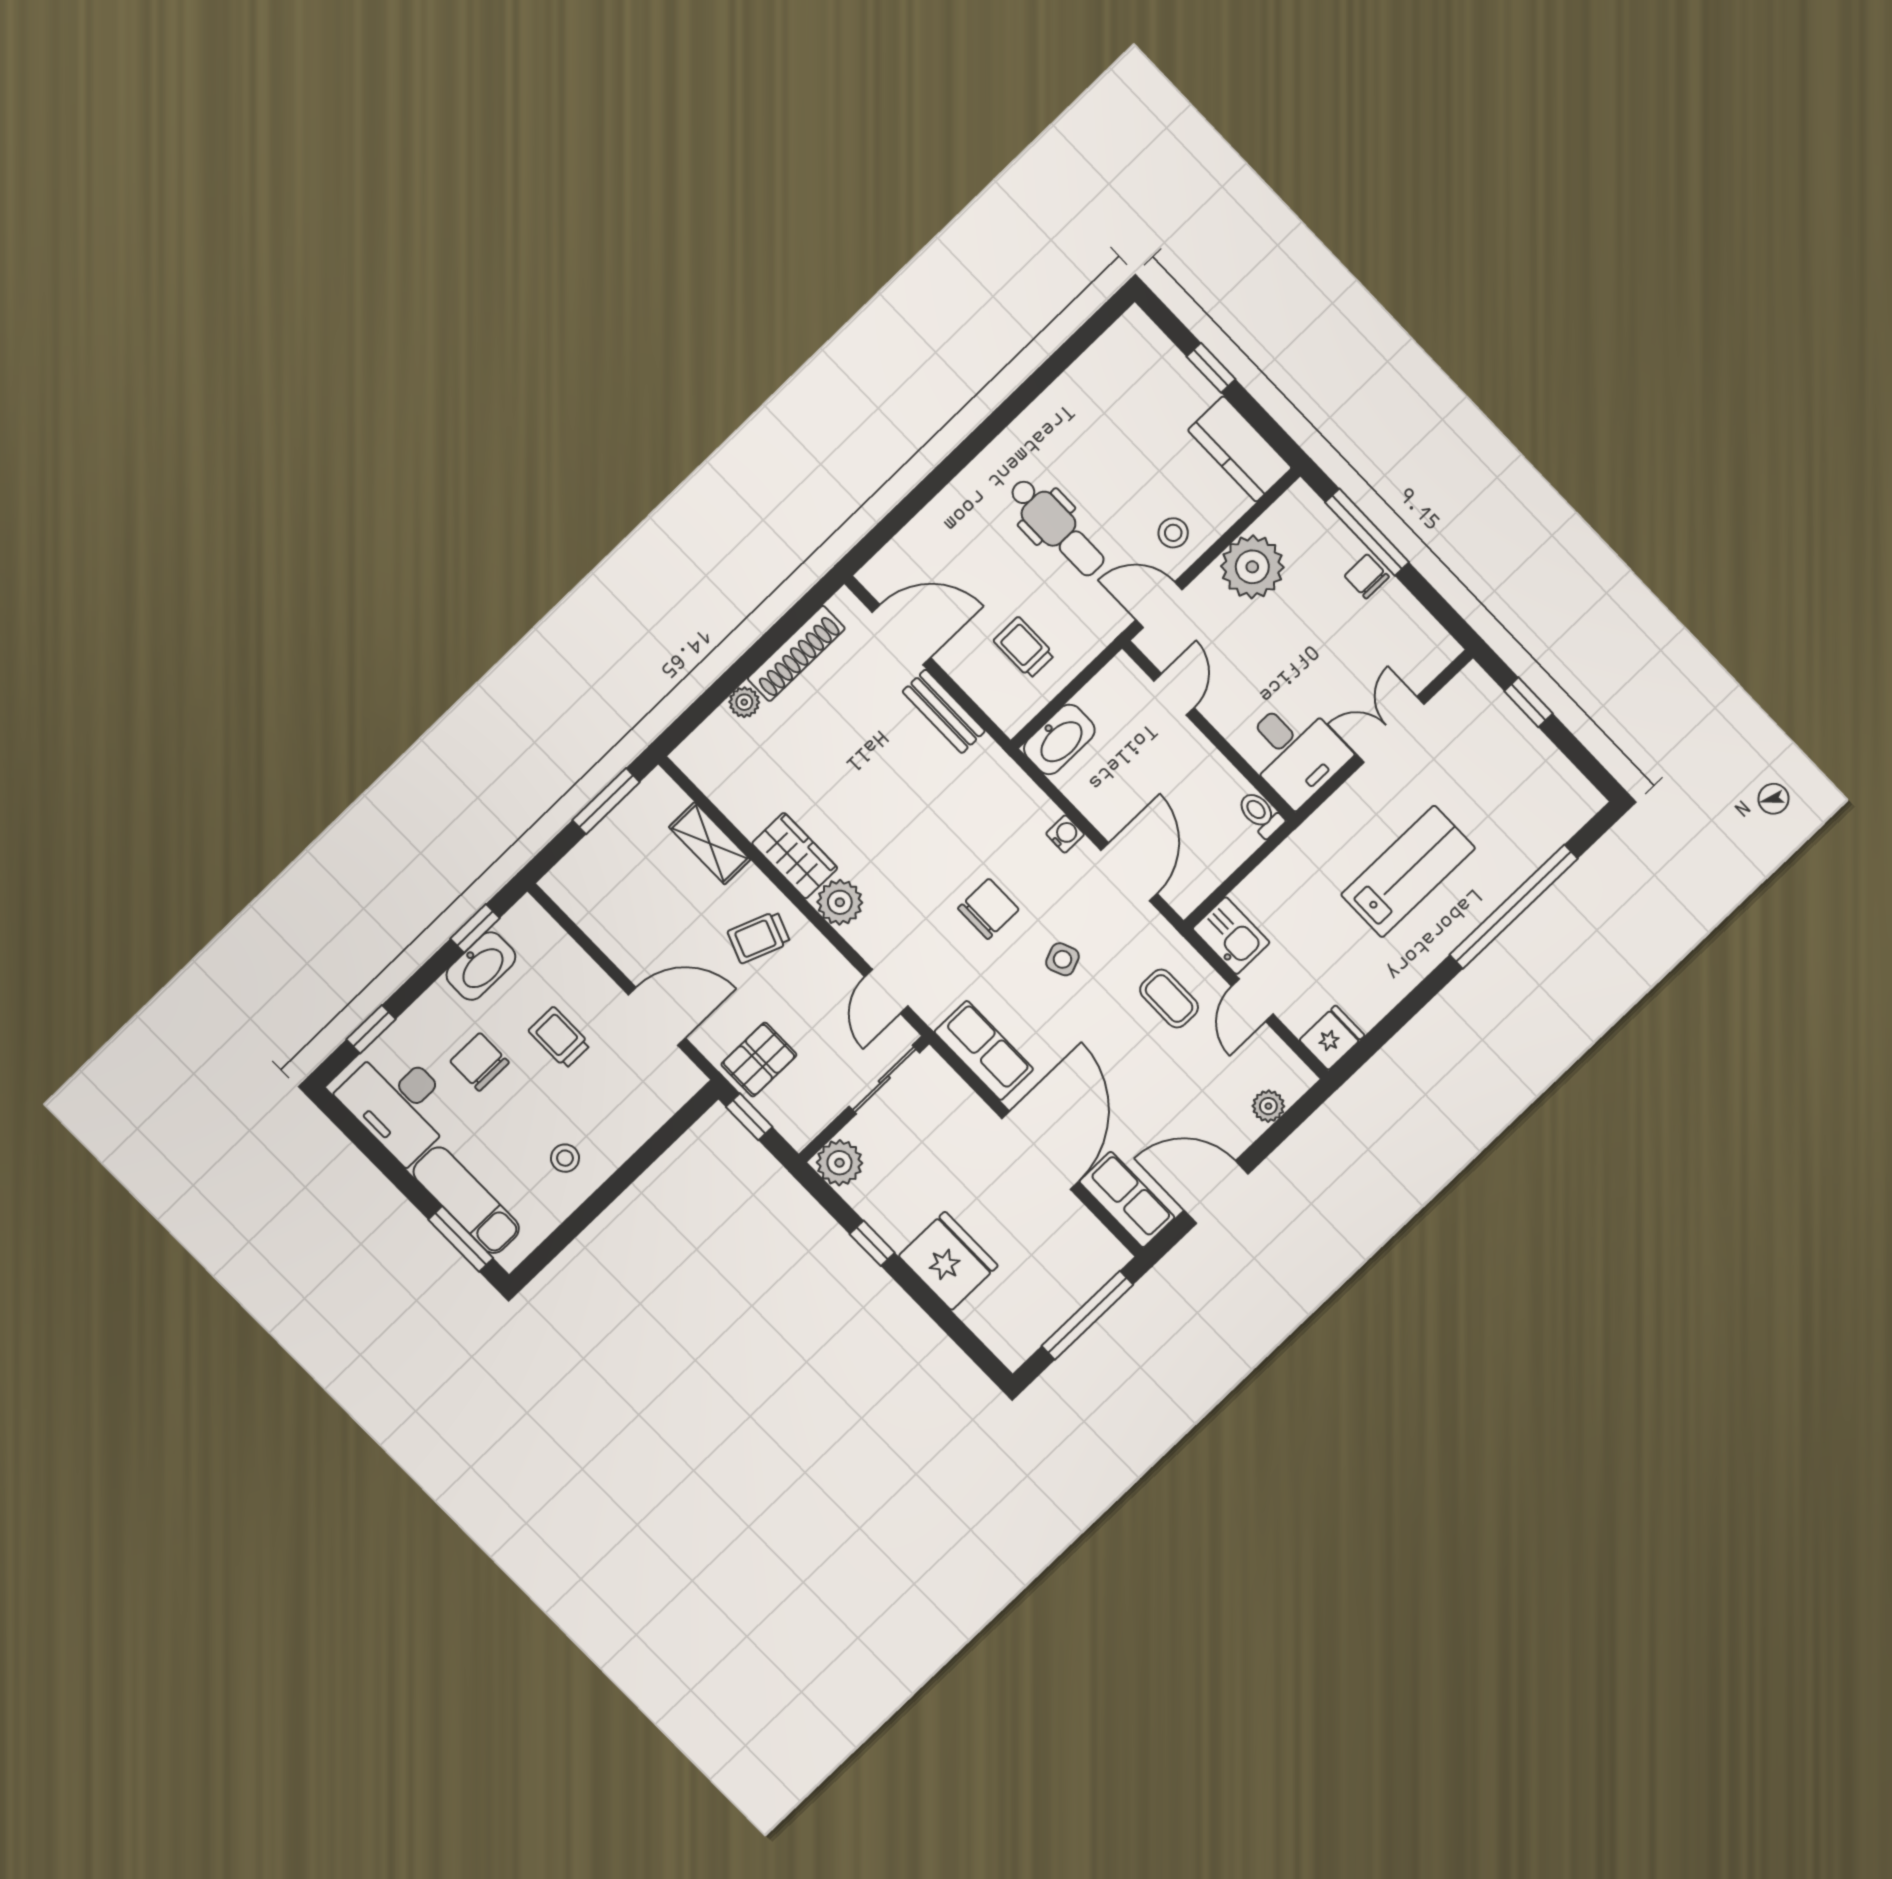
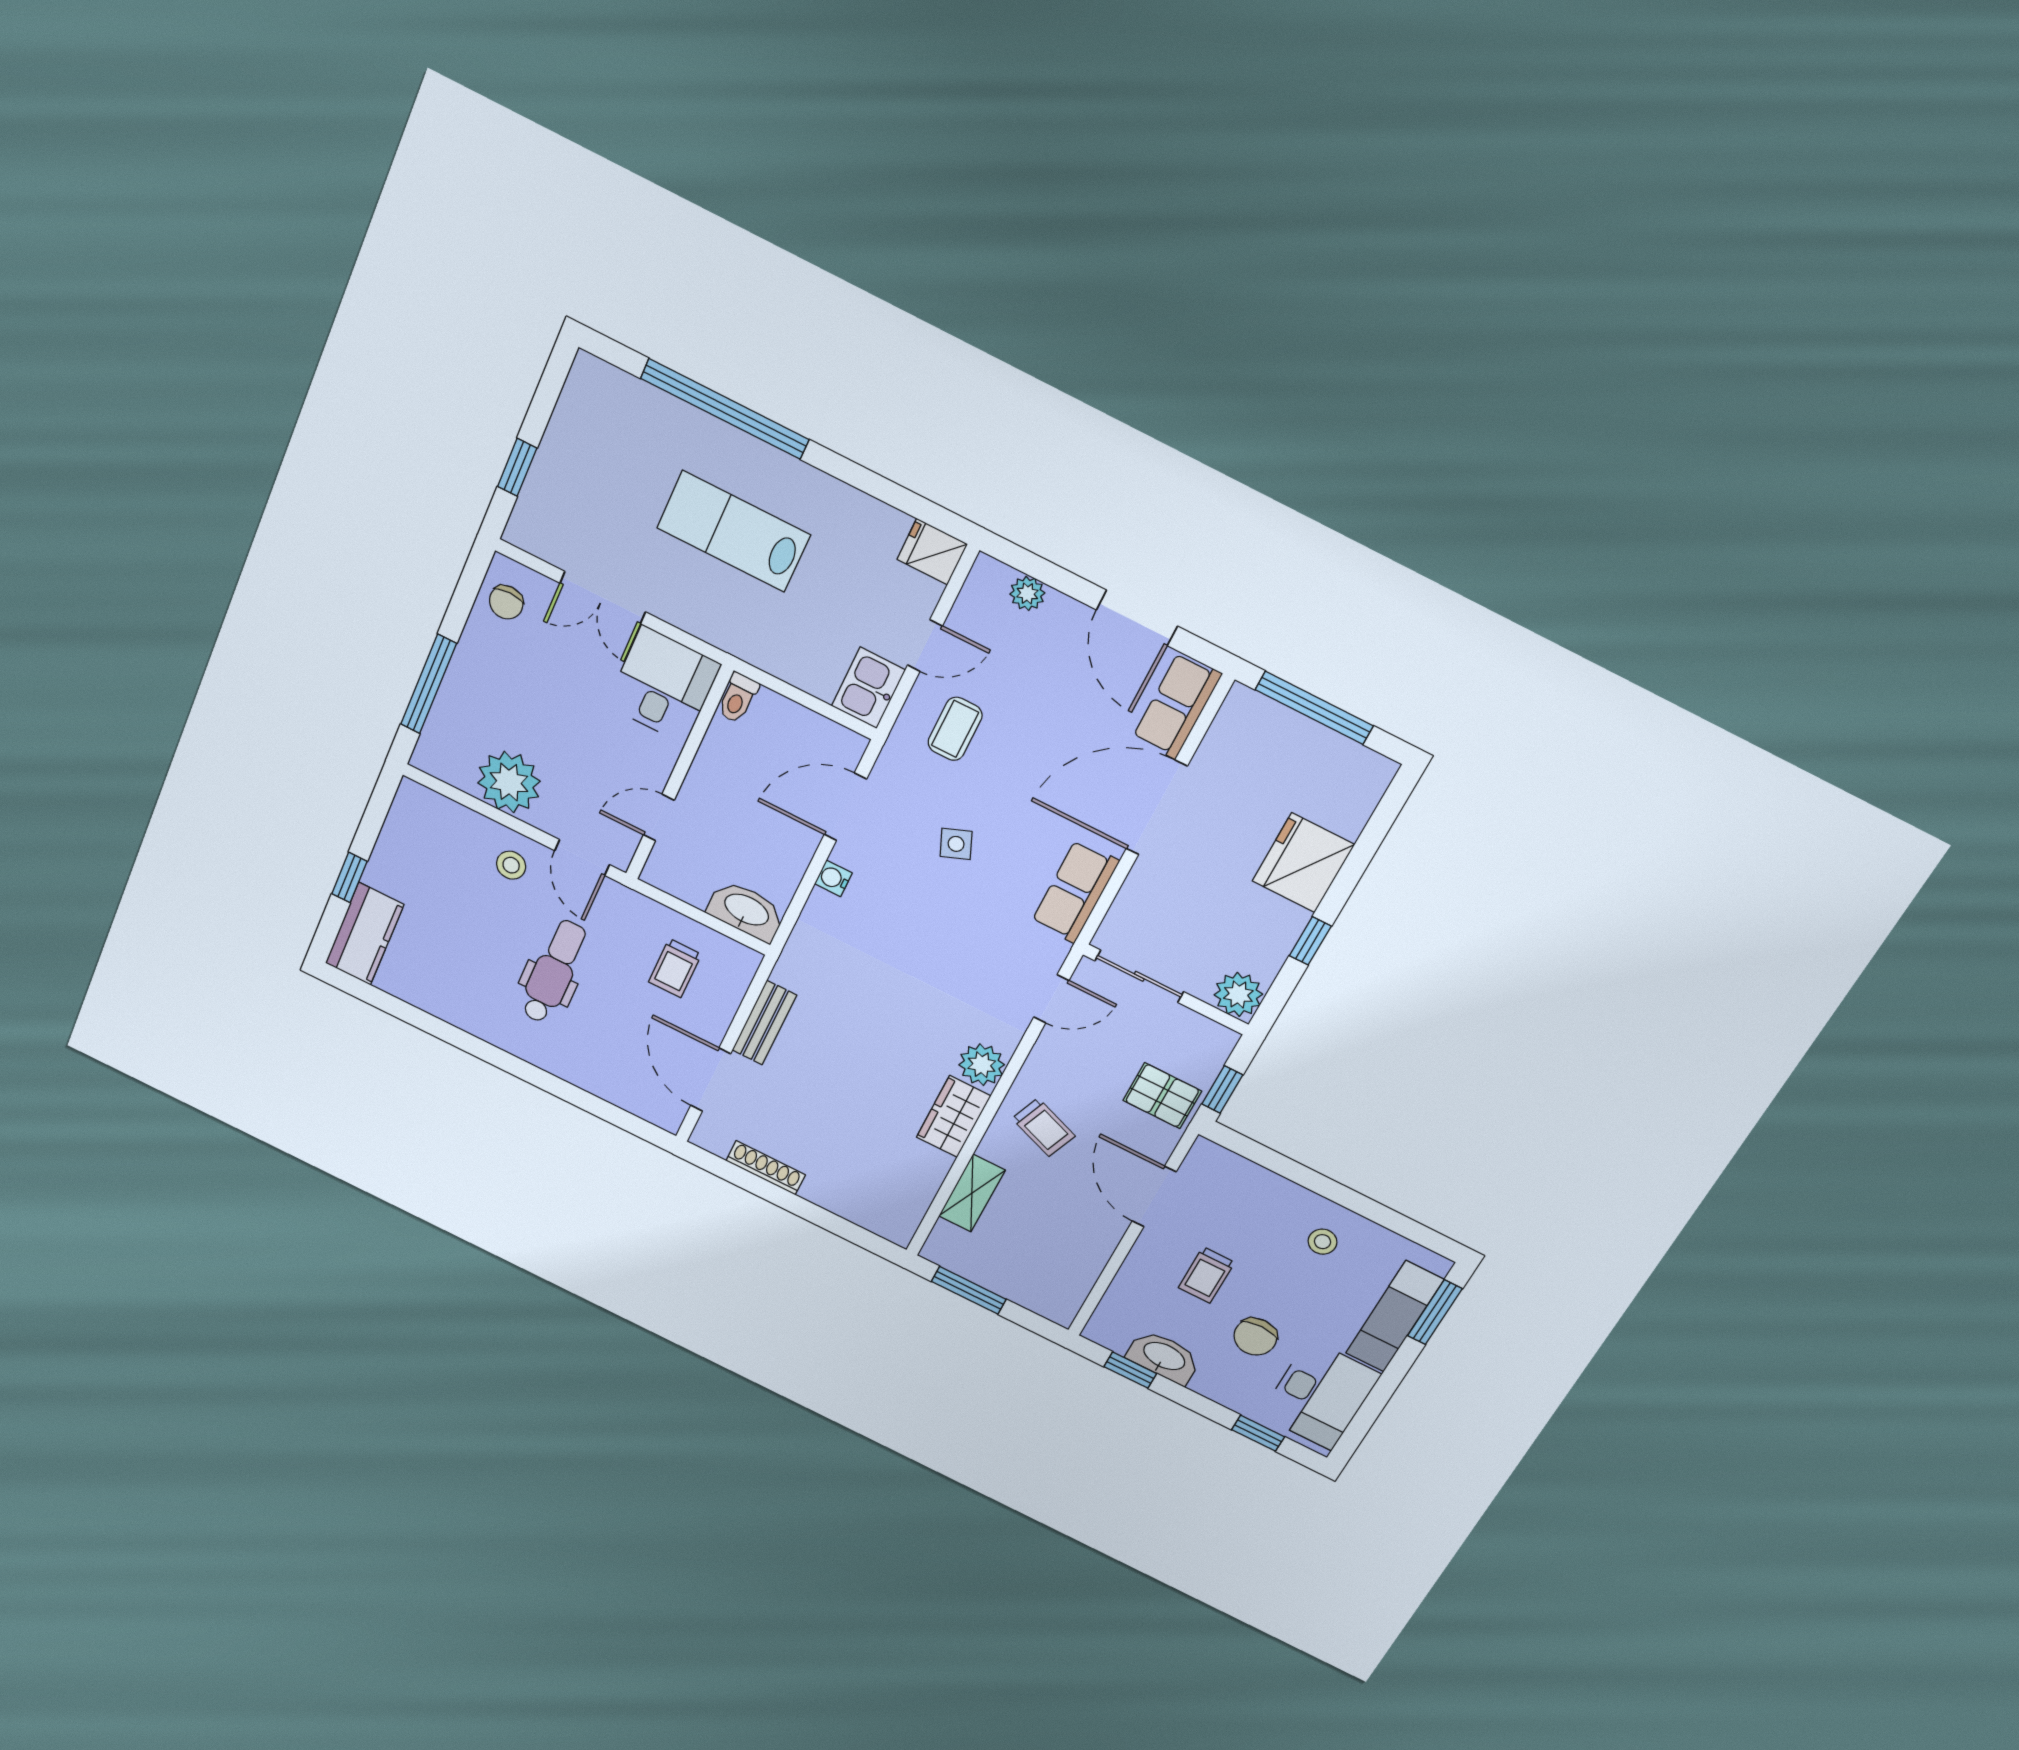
kitchen counter: (1240, 449) -> (365, 934), moved
chair: (1367, 576) -> (506, 602), moved
shoe rack: (796, 653) -> (766, 1168), width x0.74, depth x0.81
plant: (744, 702) -> (830, 1198), removed
chair: (988, 909) -> (934, 928), removed

